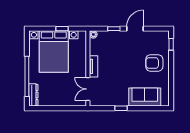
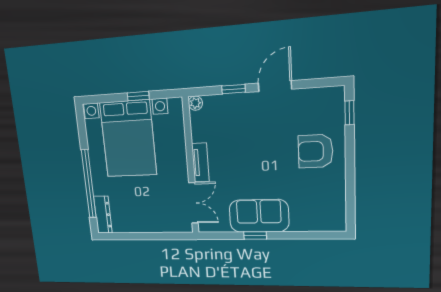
double door: (88, 89) -> (194, 203), swing flipped
sofa: (145, 97) -> (259, 216), moved

